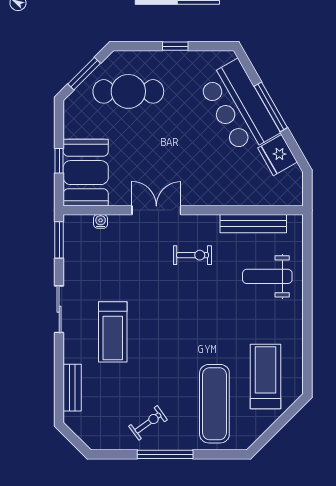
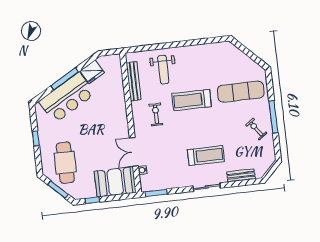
window: (59, 161) -> (92, 200), moved
double door: (156, 210) -> (134, 152), moved
sliding door: (59, 309) -> (207, 187), moved
treadmill: (265, 376) -> (192, 100), moved

